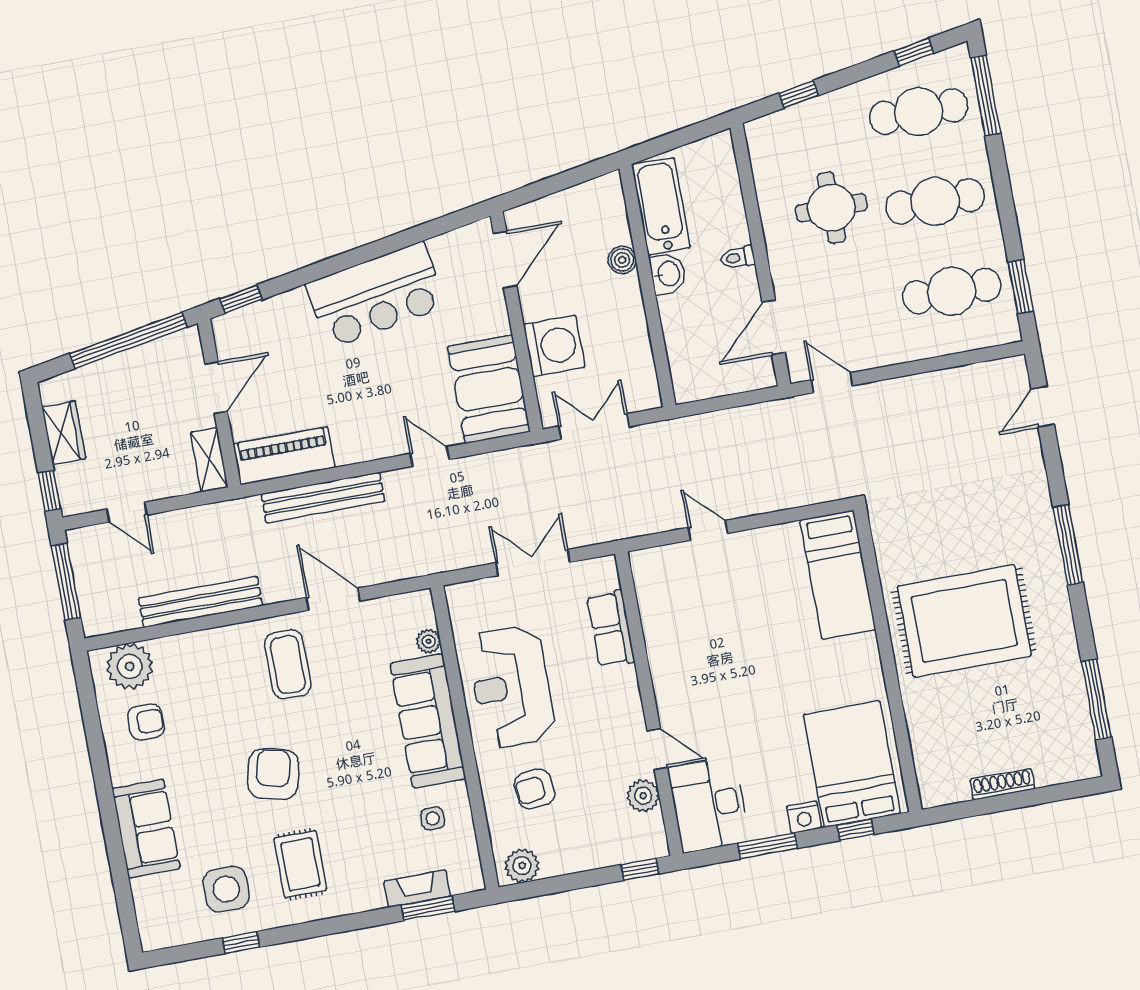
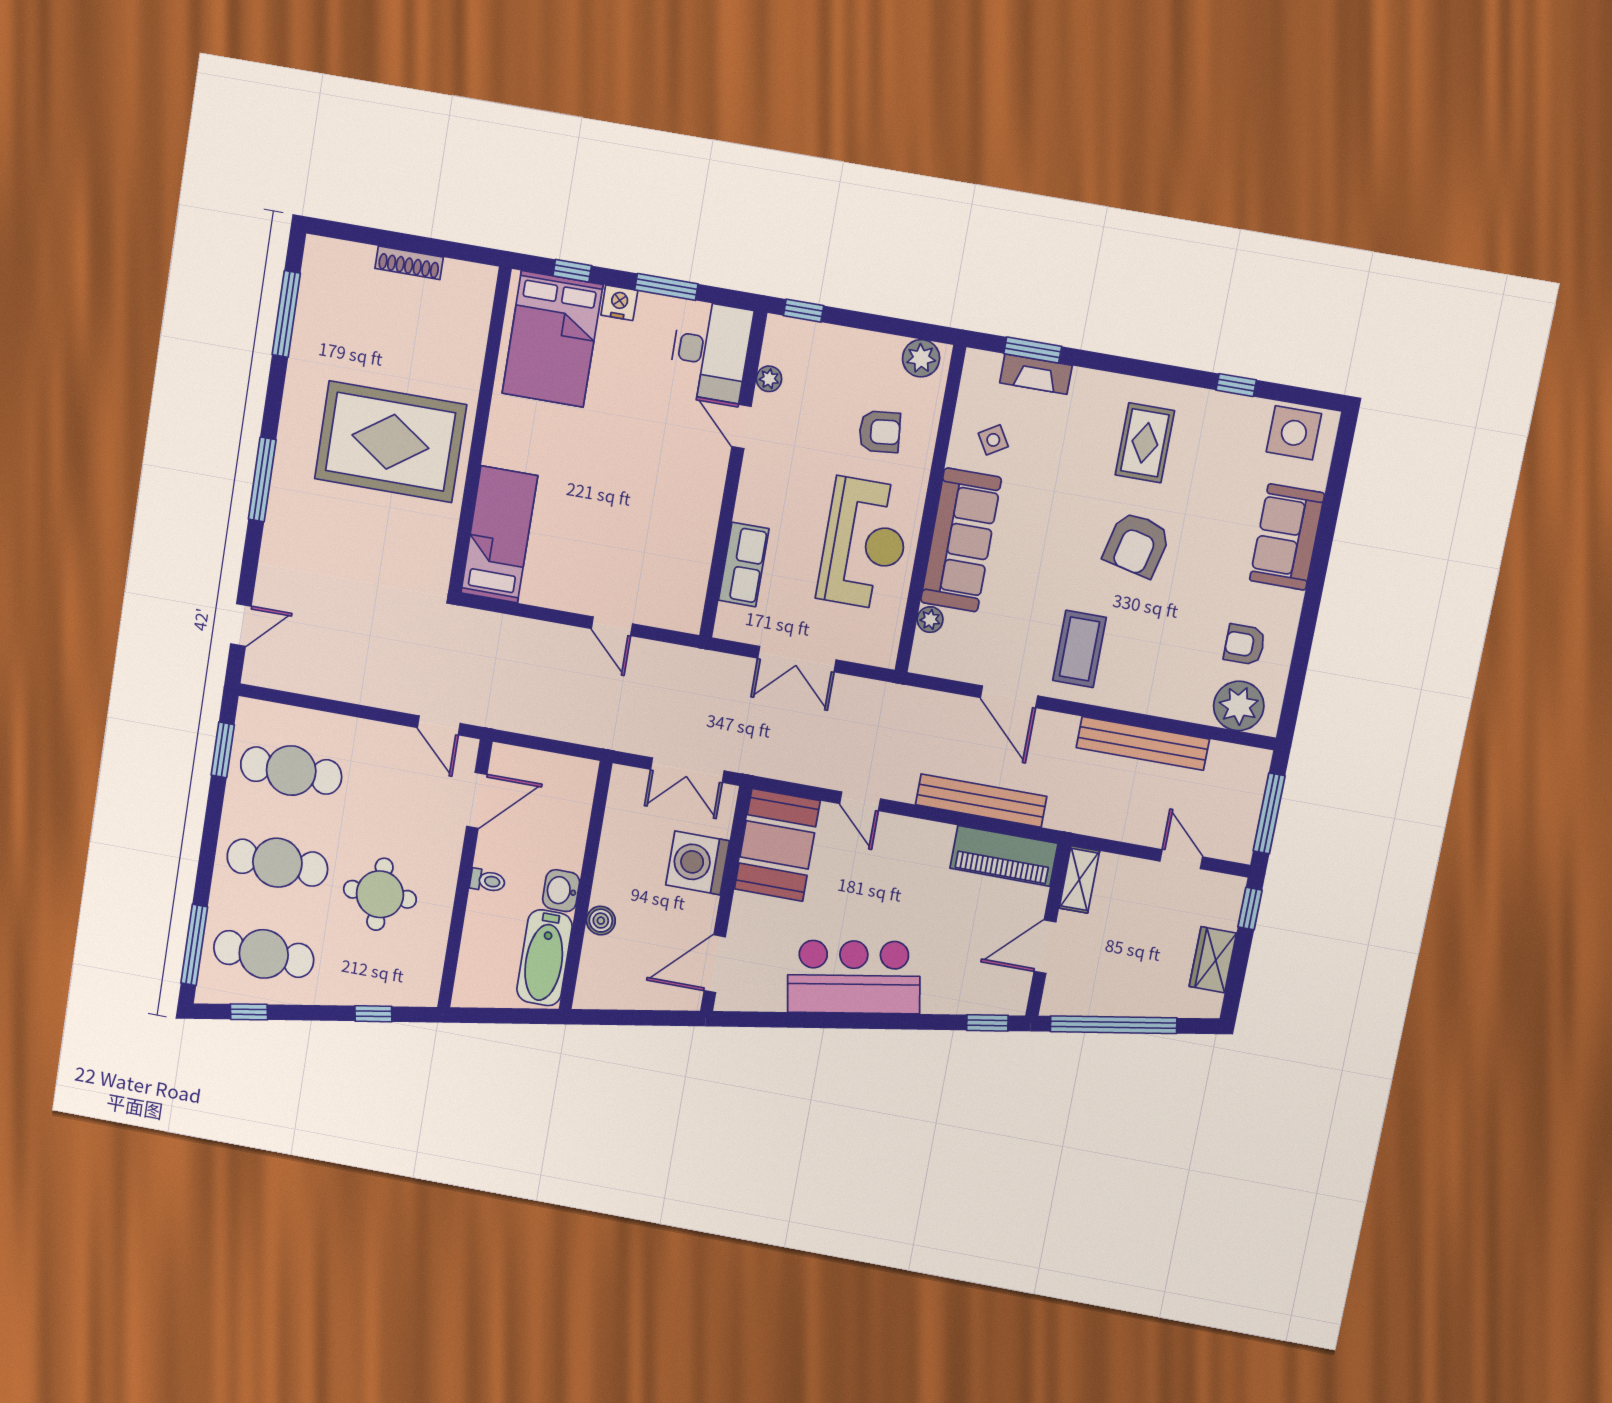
plant: (643, 796) -> (769, 379), width x0.73, depth x0.73
side table: (433, 818) -> (993, 440), turned -31
side table: (226, 889) -> (1294, 433), moved

